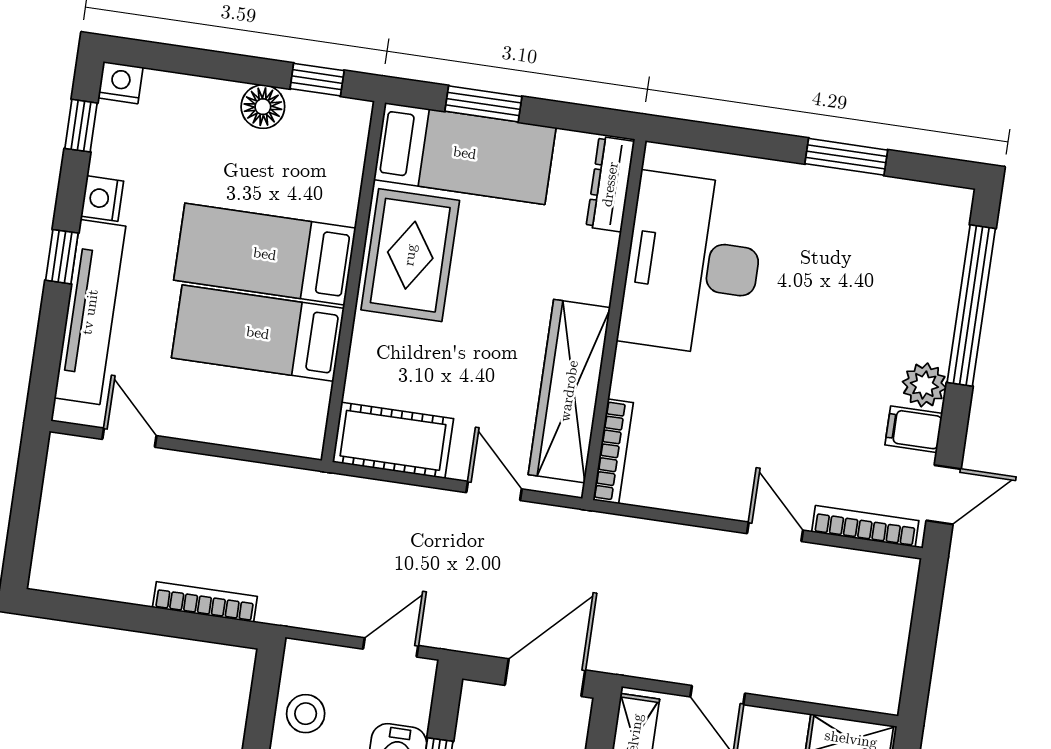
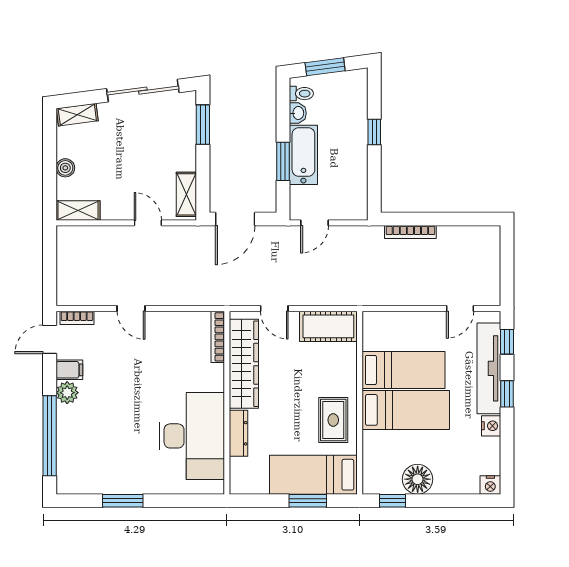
floor lamp: (263, 107) -> (418, 479), width x1.38, depth x1.38
window: (81, 126) -> (507, 342), moved
dresser: (610, 184) -> (239, 433), moved
rug: (410, 255) -> (333, 420), width x0.73, depth x0.70
door: (129, 438) -> (460, 309), hinge flipped
bookcase: (865, 526) -> (77, 318), width x0.64
stool: (306, 714) -> (352, 184), removed

